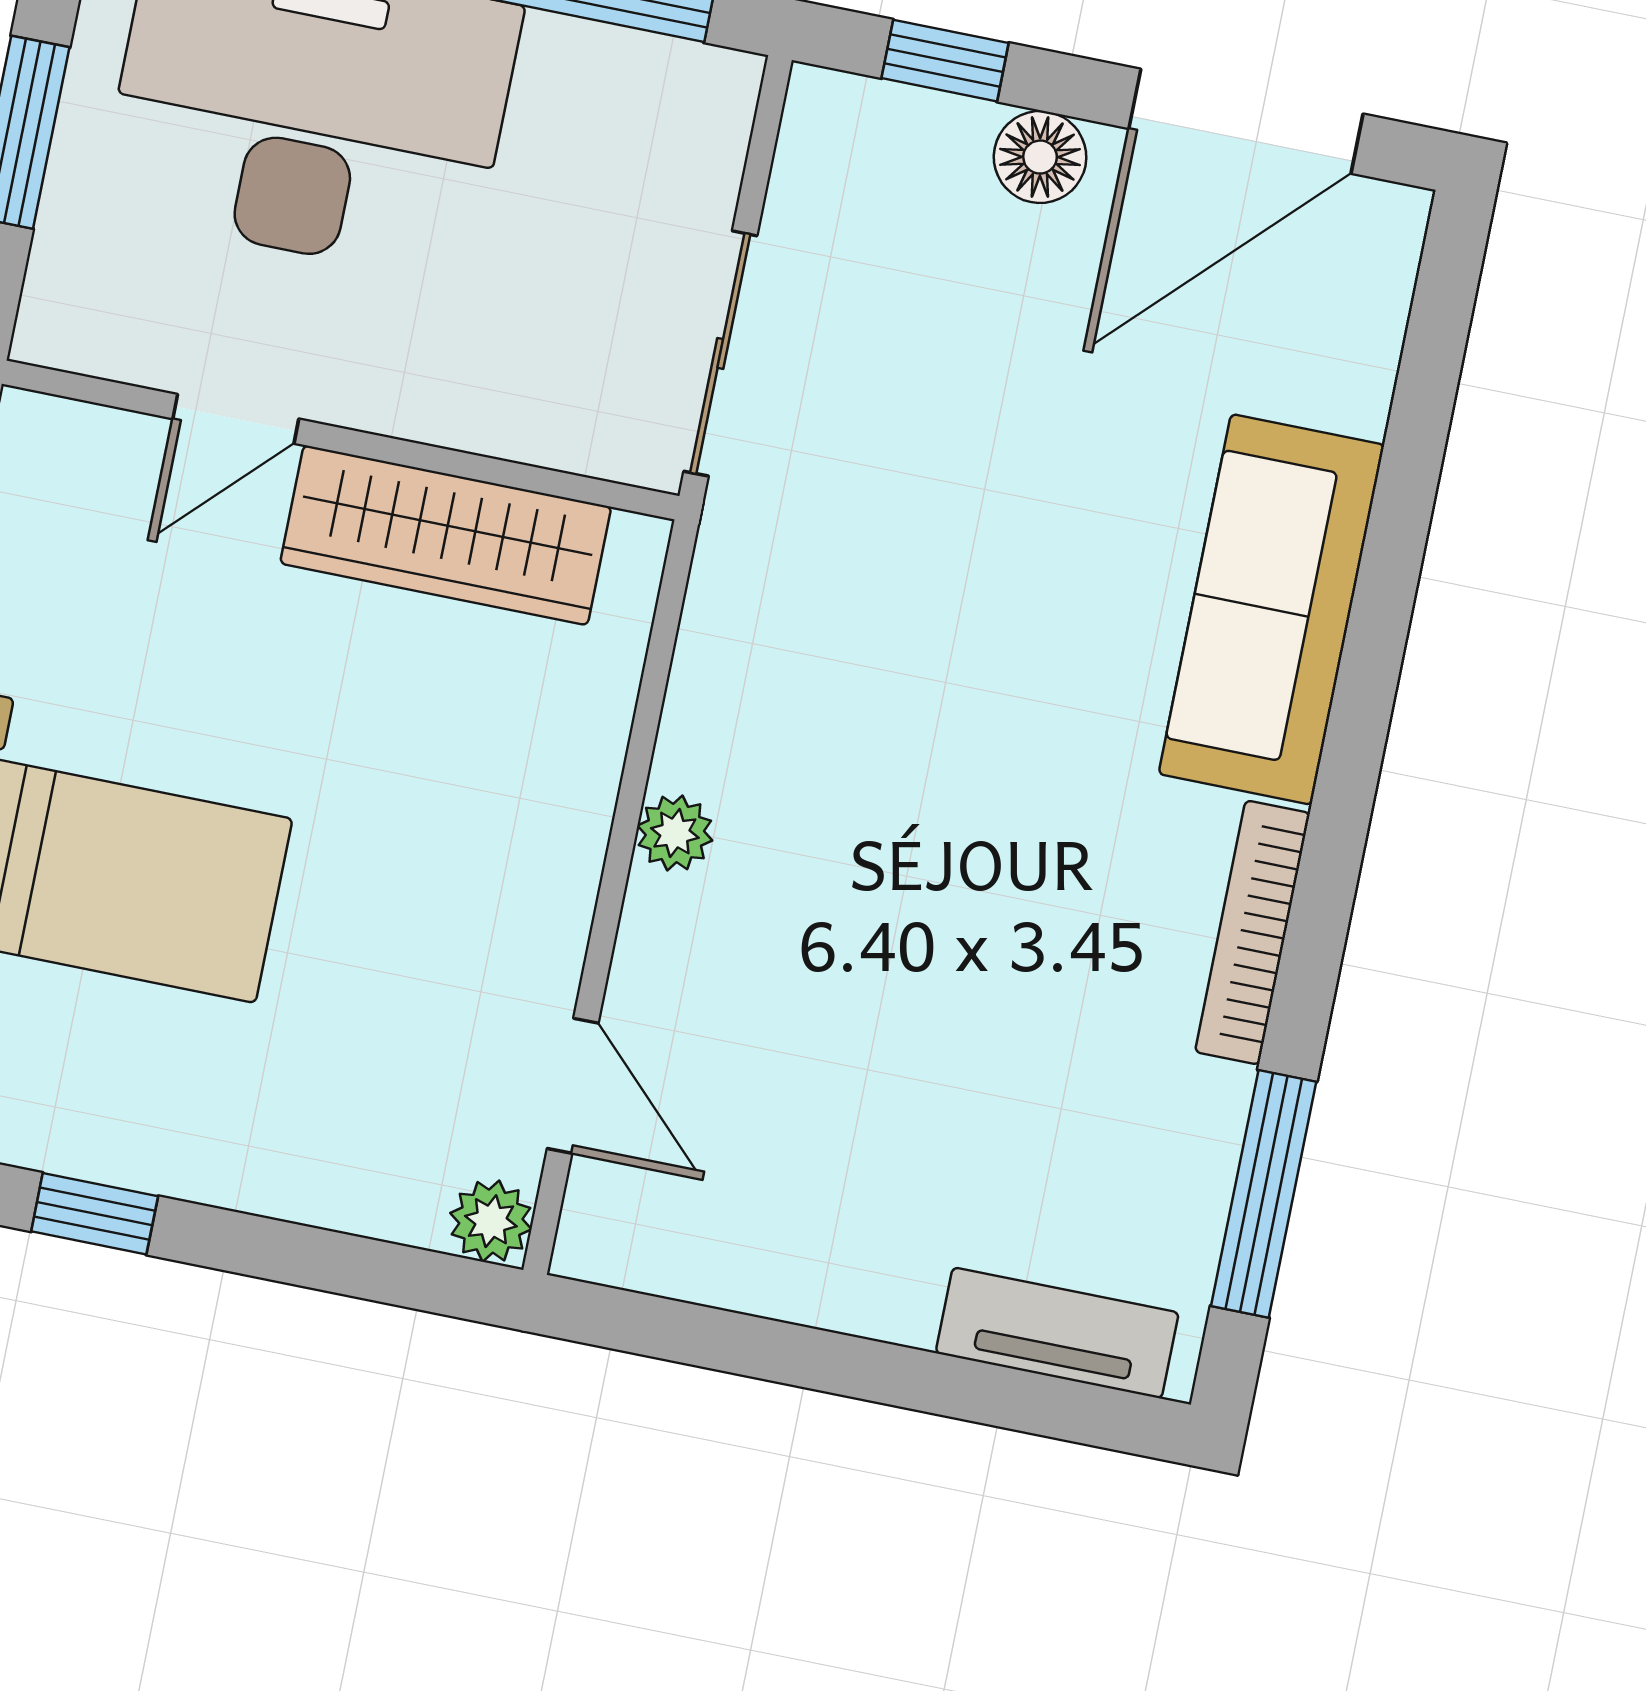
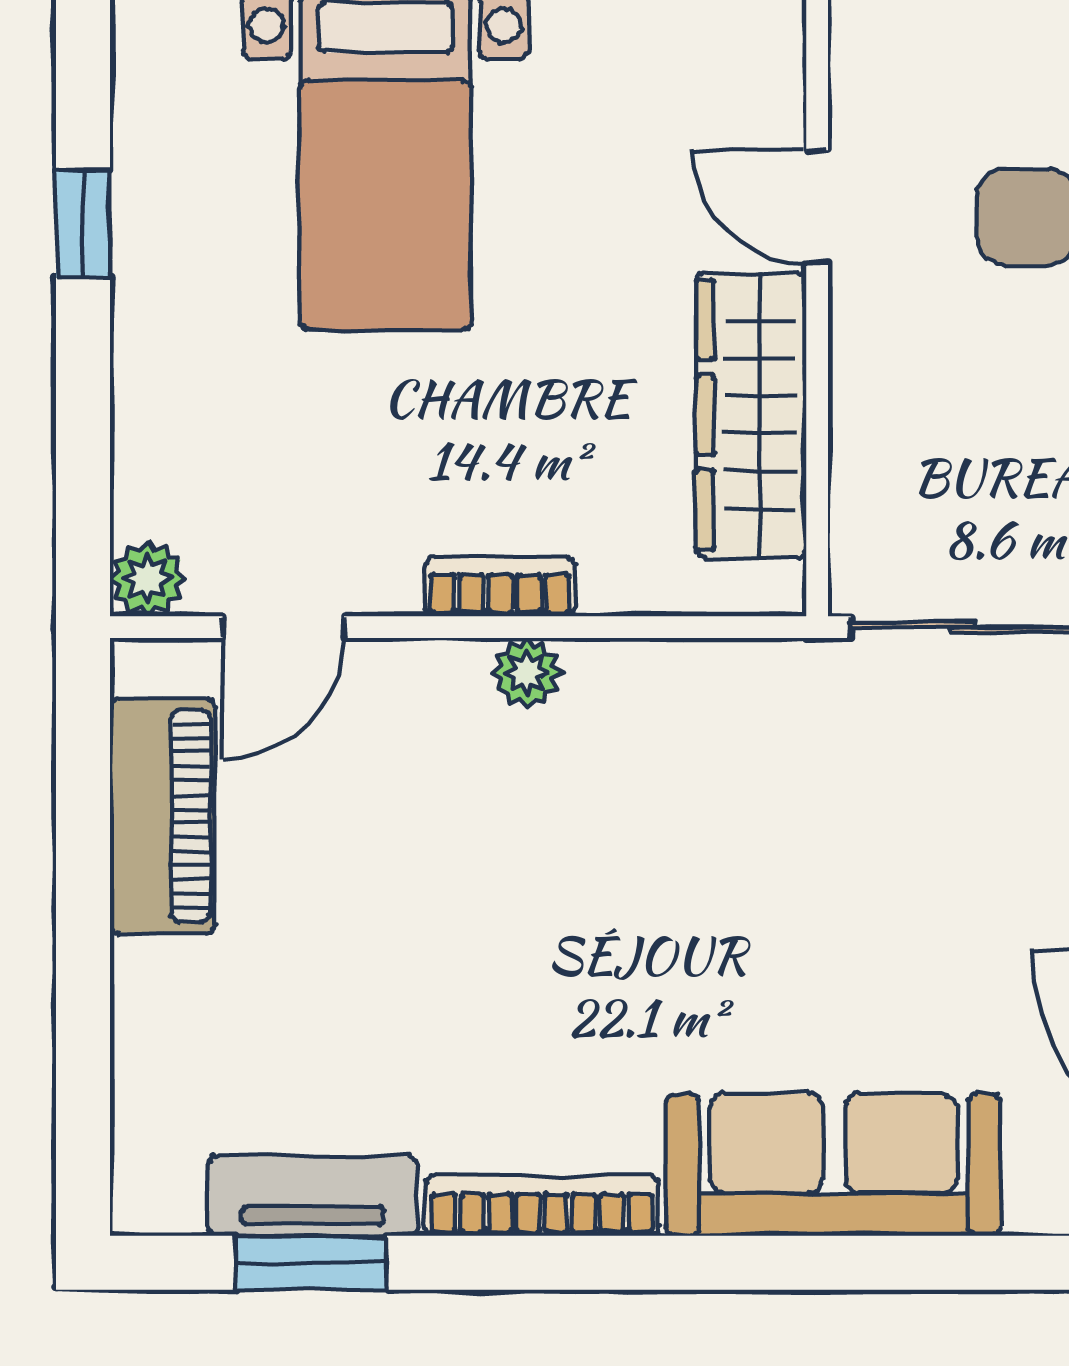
bookcase: (576, 843) -> (500, 587), added
window: (1264, 1194) -> (311, 1263), width x0.69
piano: (750, 1257) -> (162, 816), added
tv unit: (1057, 1333) -> (313, 1196), moved, turned -90

